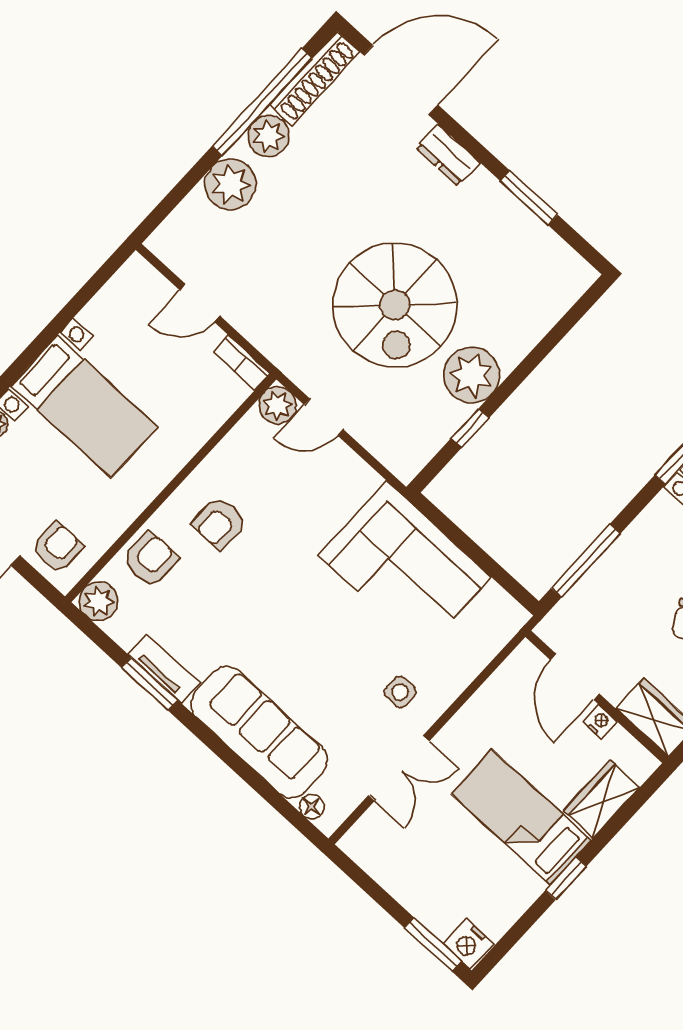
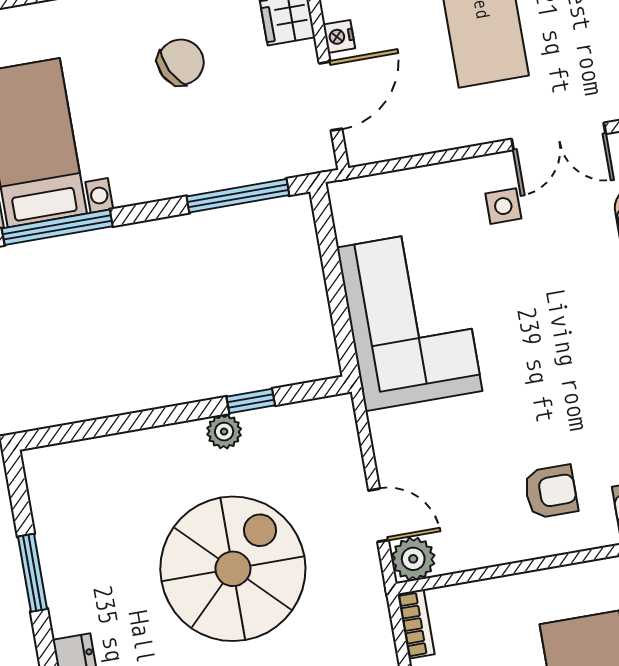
plant: (471, 375) -> (224, 432), width x0.53, depth x0.53
double door: (399, 768) -> (559, 136), swing flipped

